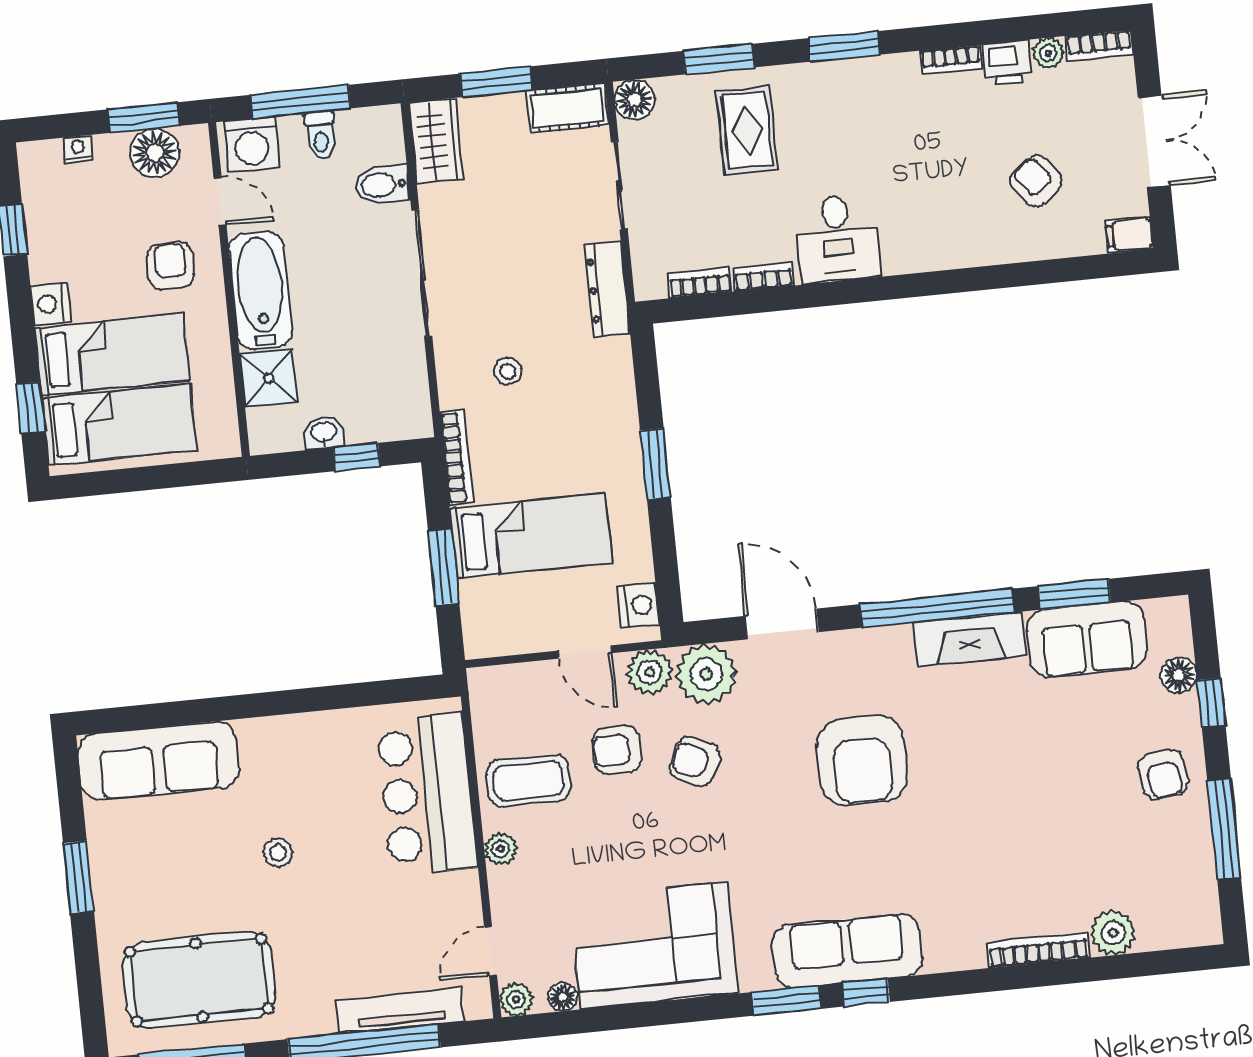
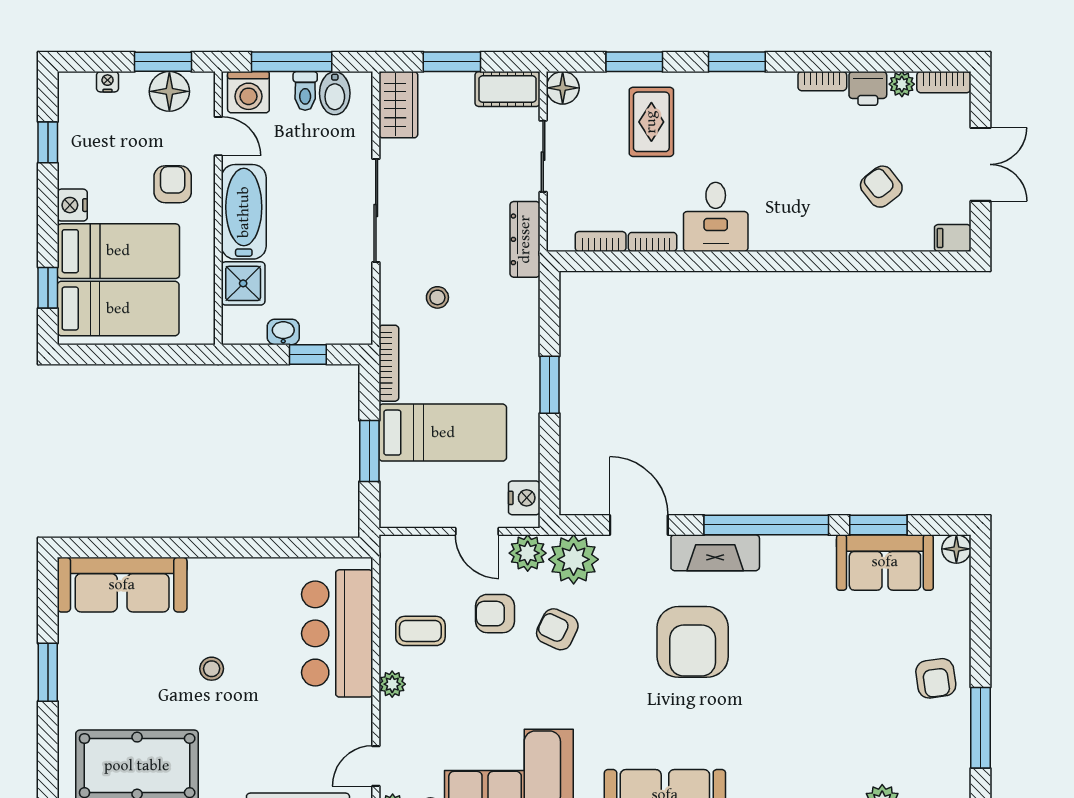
bidet: (382, 185) -> (335, 93), moved, turned -90
fireplace: (970, 639) -> (715, 553), moved
floor lamp: (1179, 675) -> (956, 549), moved
window: (1211, 703) -> (980, 624), removed
coffee table: (528, 781) -> (420, 631), width x0.73, depth x0.77

